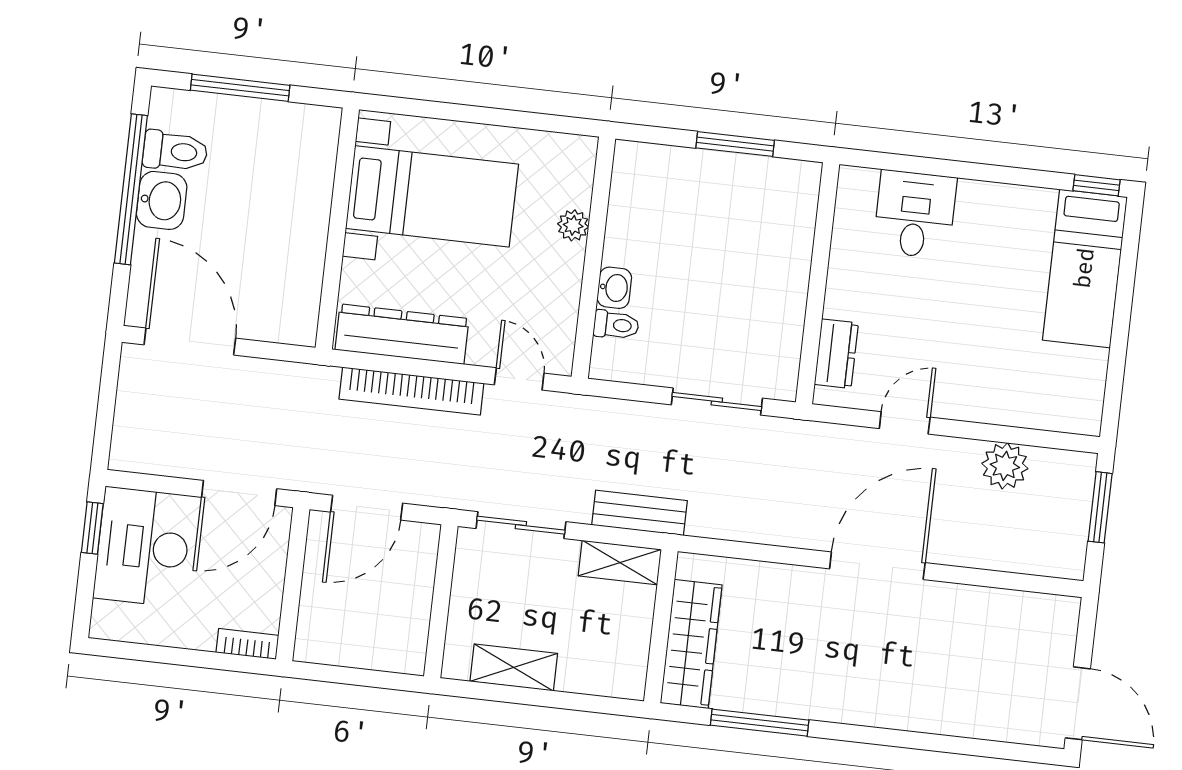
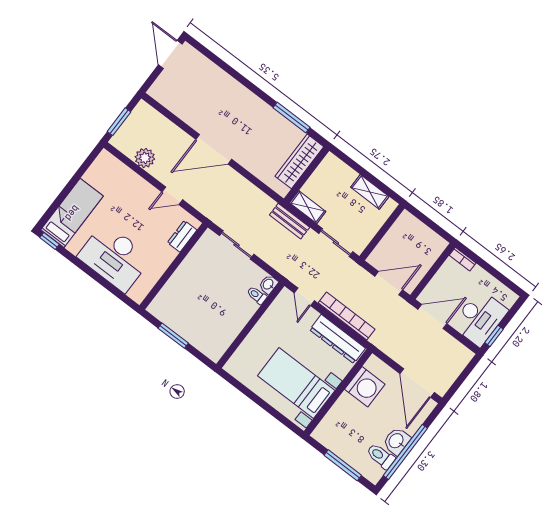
desk: (915, 214) -> (114, 257), width x1.87, depth x1.30
plant: (573, 225) -> (251, 341), removed
washing machine: (290, 271) -> (365, 387), added
washbasin: (614, 288) -> (268, 284), moved

